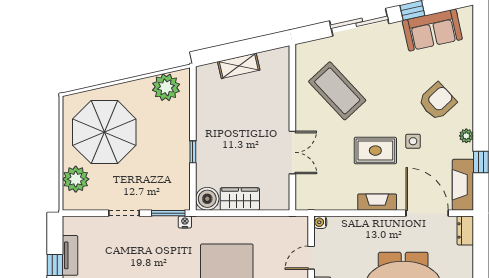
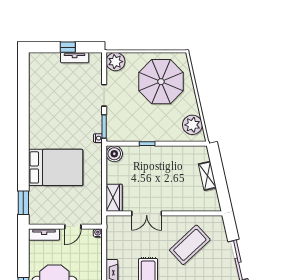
plant: (76, 179) -> (115, 62), moved
wardrobe: (240, 199) -> (114, 198), moved
door: (311, 258) -> (73, 227), swing flipped

